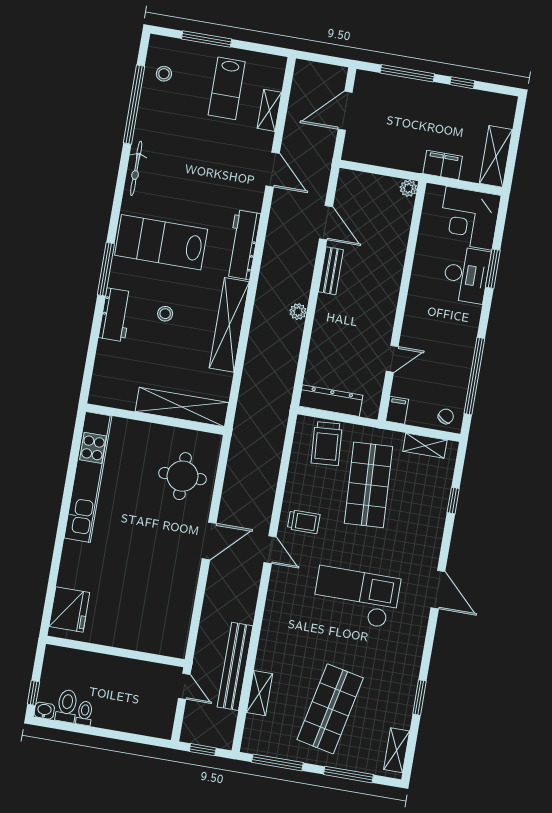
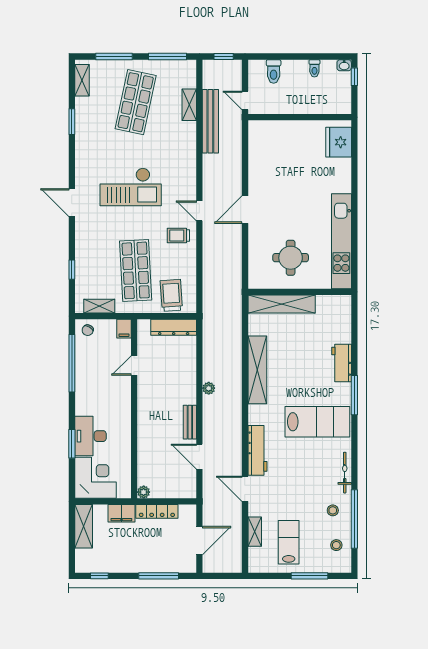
window: (462, 83) -> (99, 576), moved
locker: (395, 159) -> (157, 511), added
workbench: (243, 245) -> (257, 450), moved
stool: (165, 314) -> (333, 510), moved
round table: (182, 476) -> (291, 258), moved
toilet: (67, 706) -> (274, 71), moved

